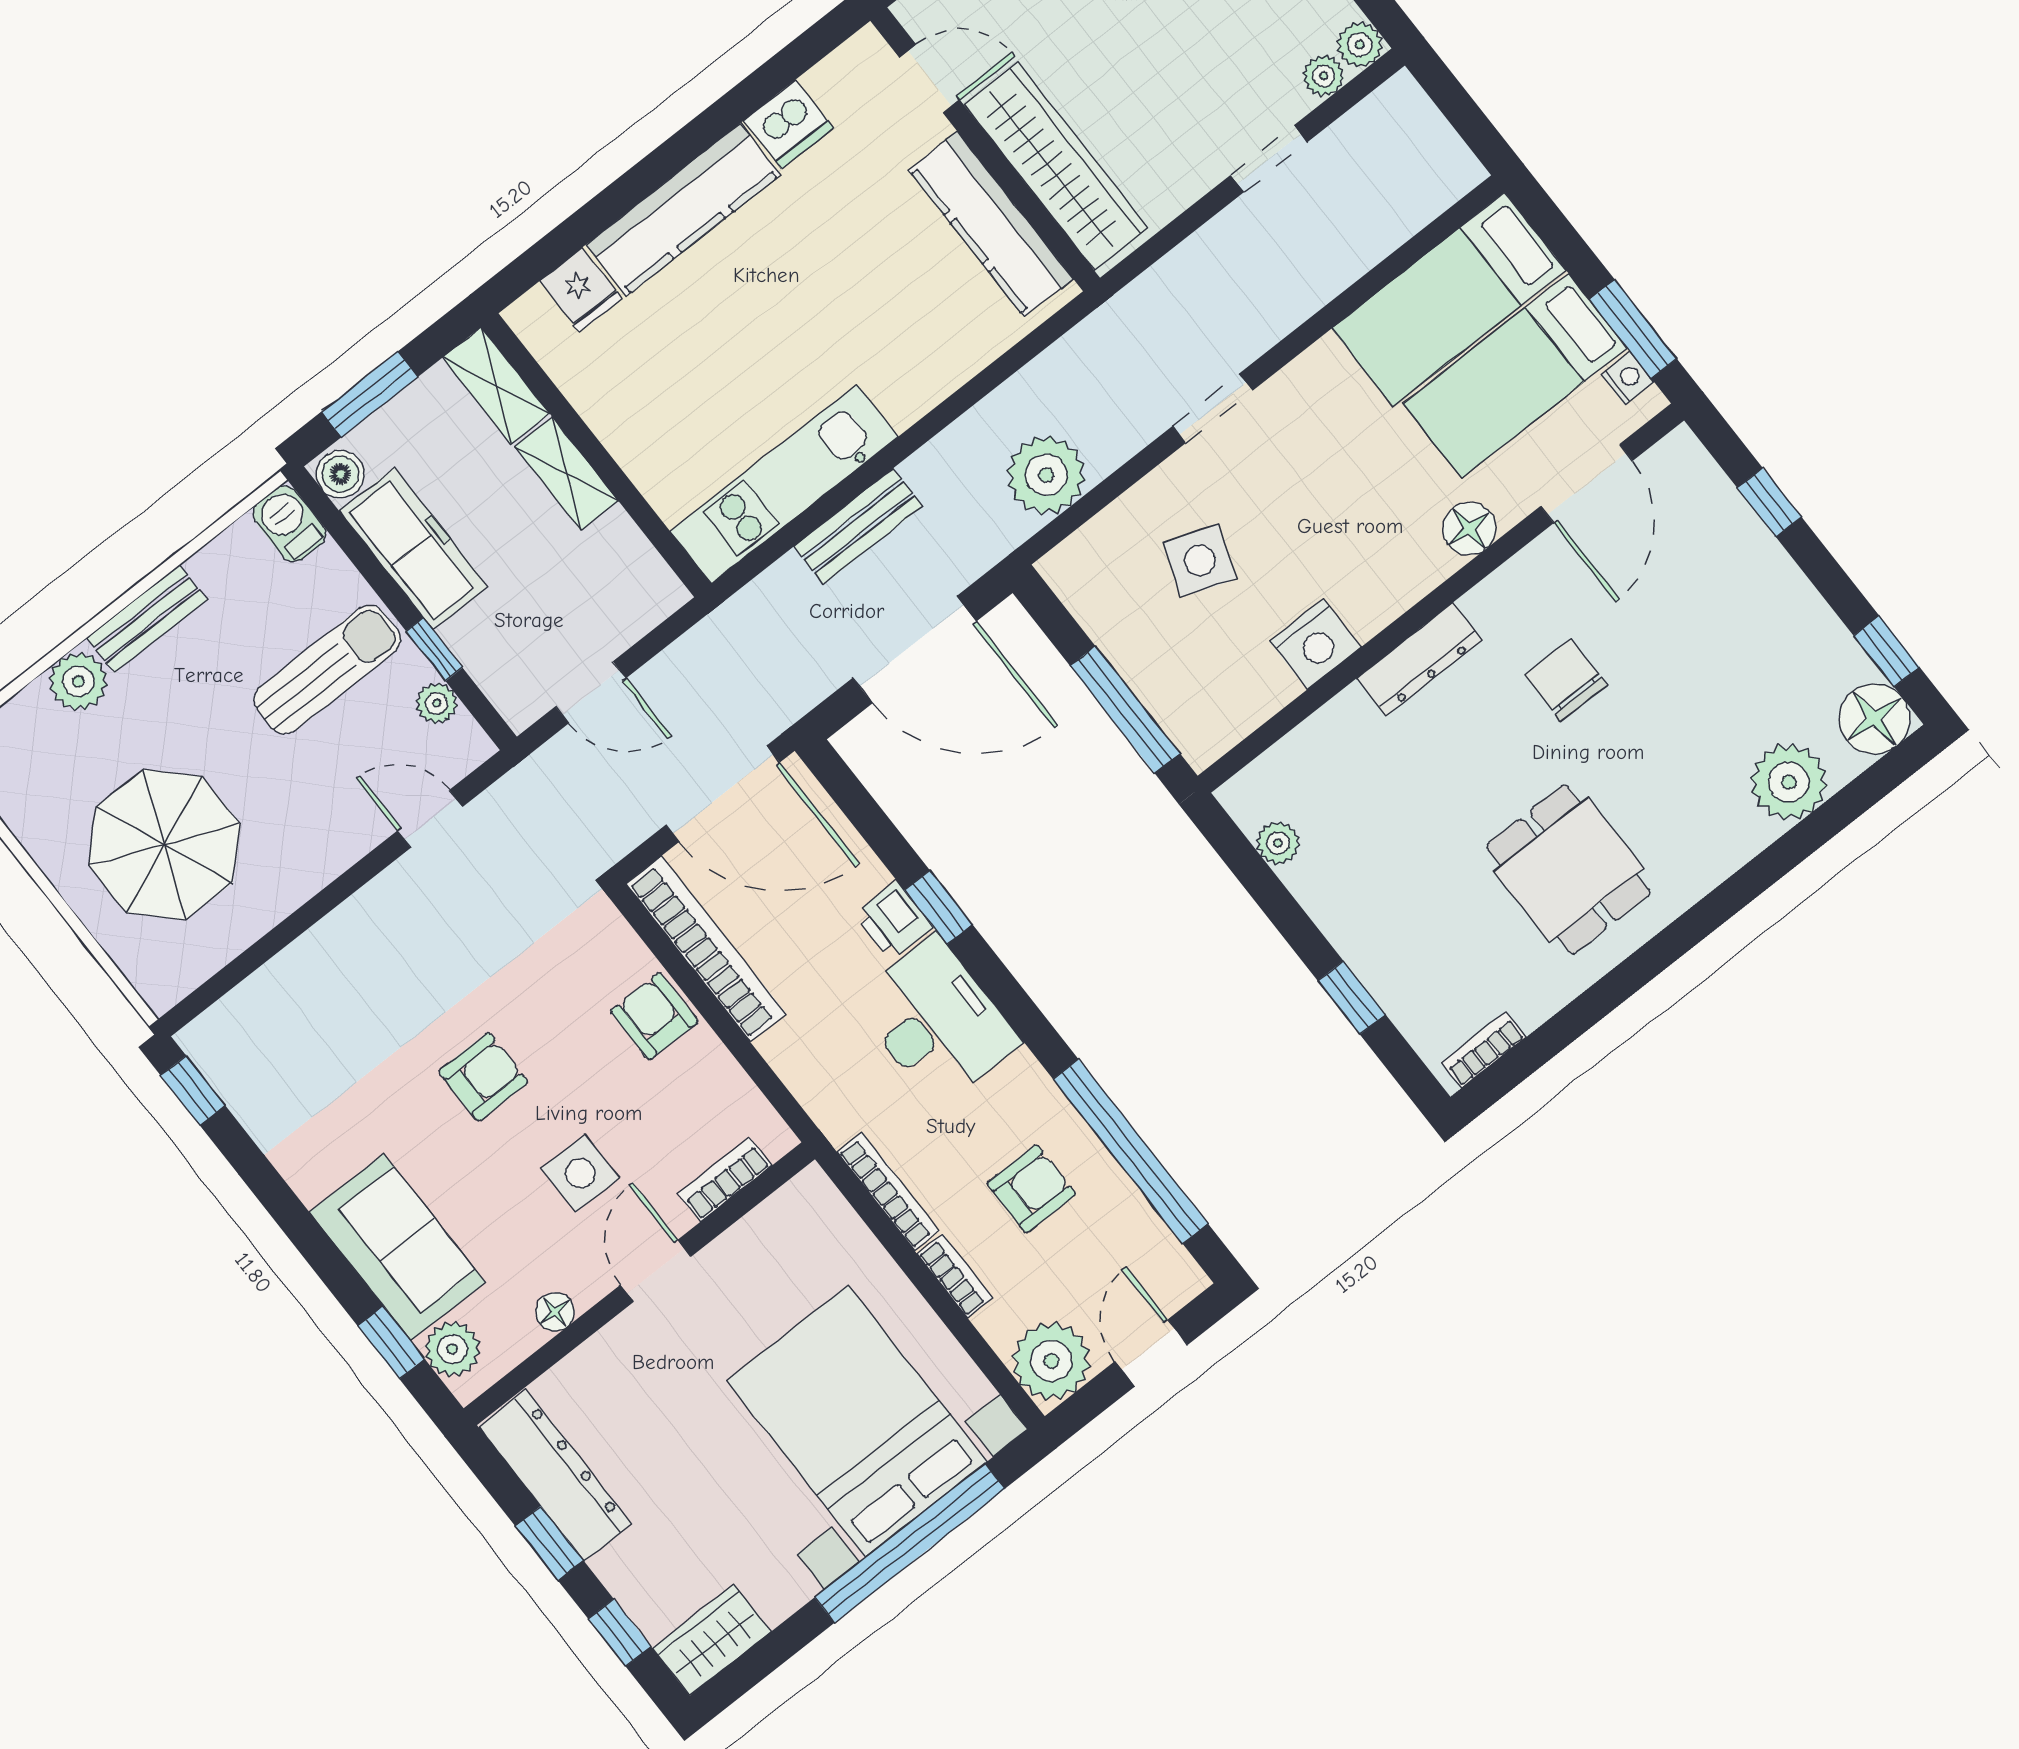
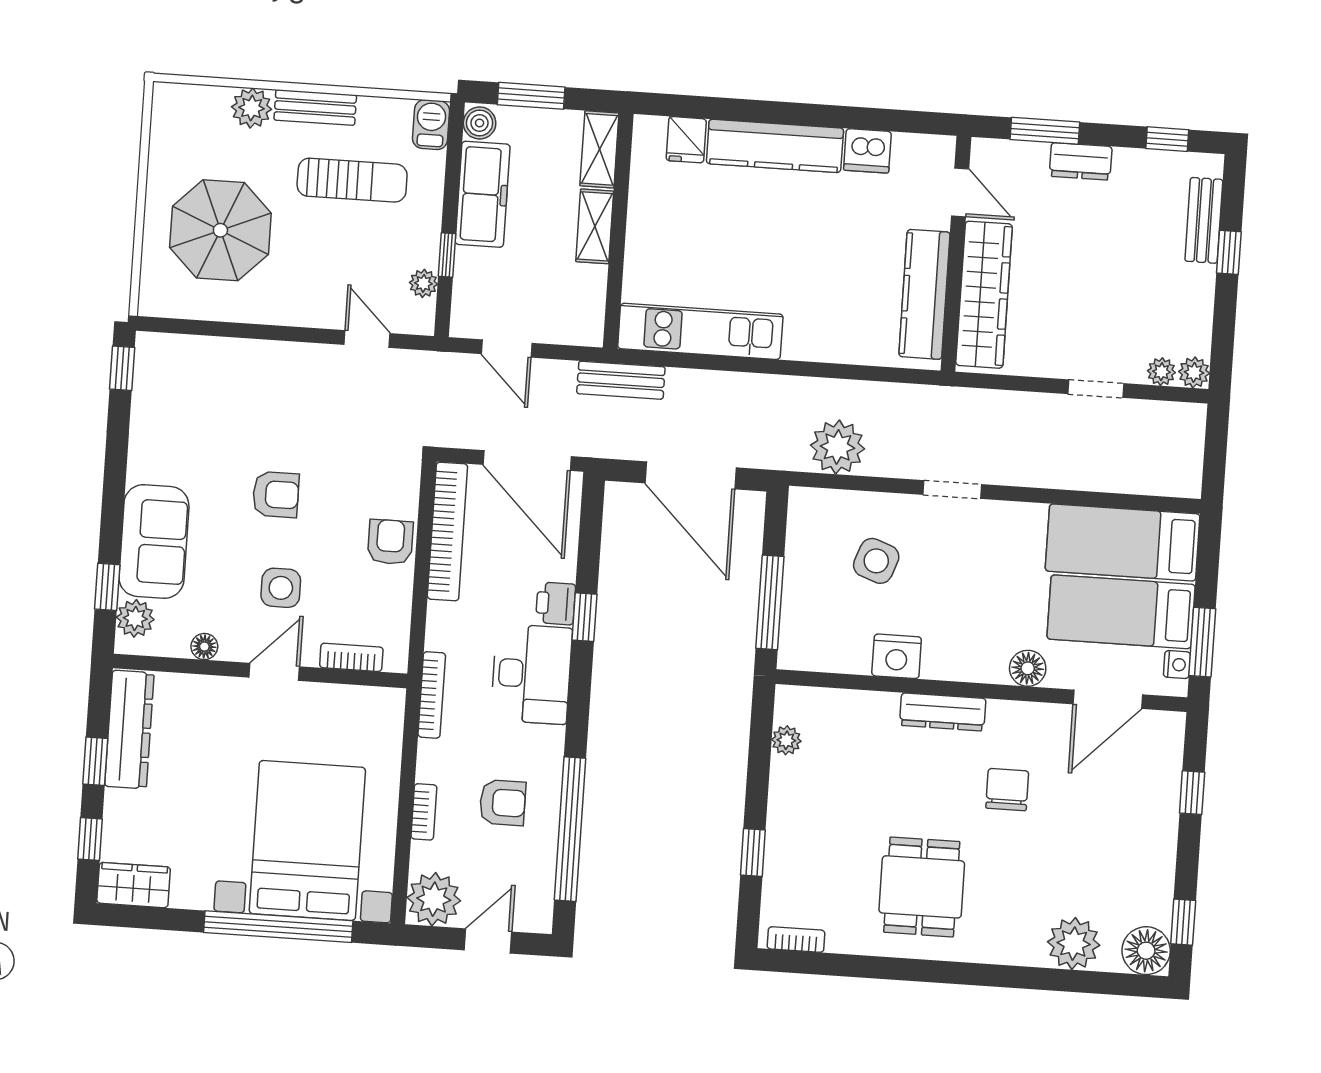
bench: (858, 526) -> (621, 380), moved
sun lounger: (327, 670) -> (352, 180), moved
bookcase: (888, 1191) -> (432, 695), moved

